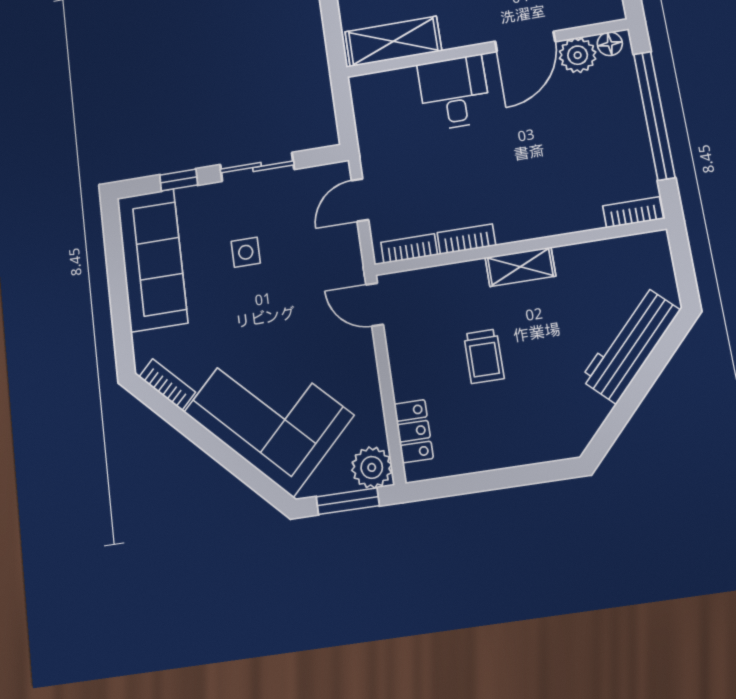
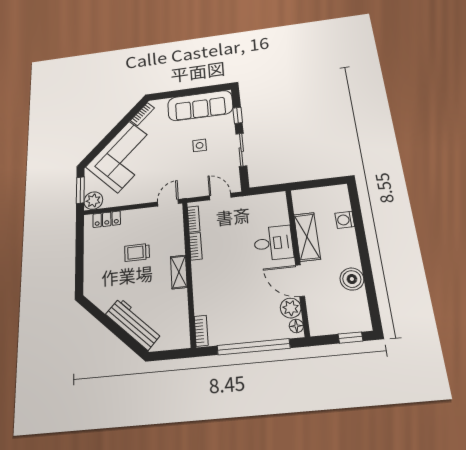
shelving: (393, 41) -> (307, 237), moved

